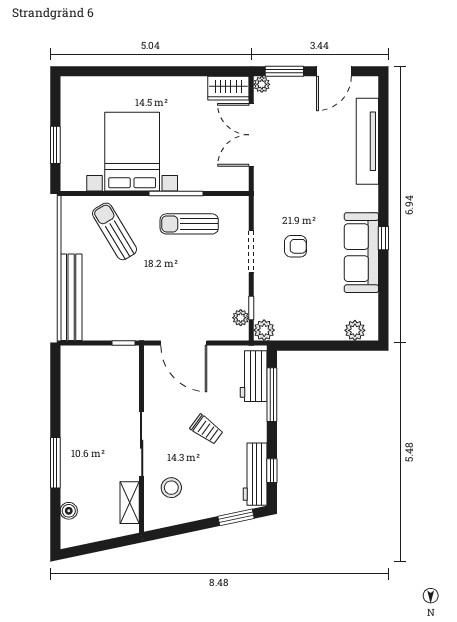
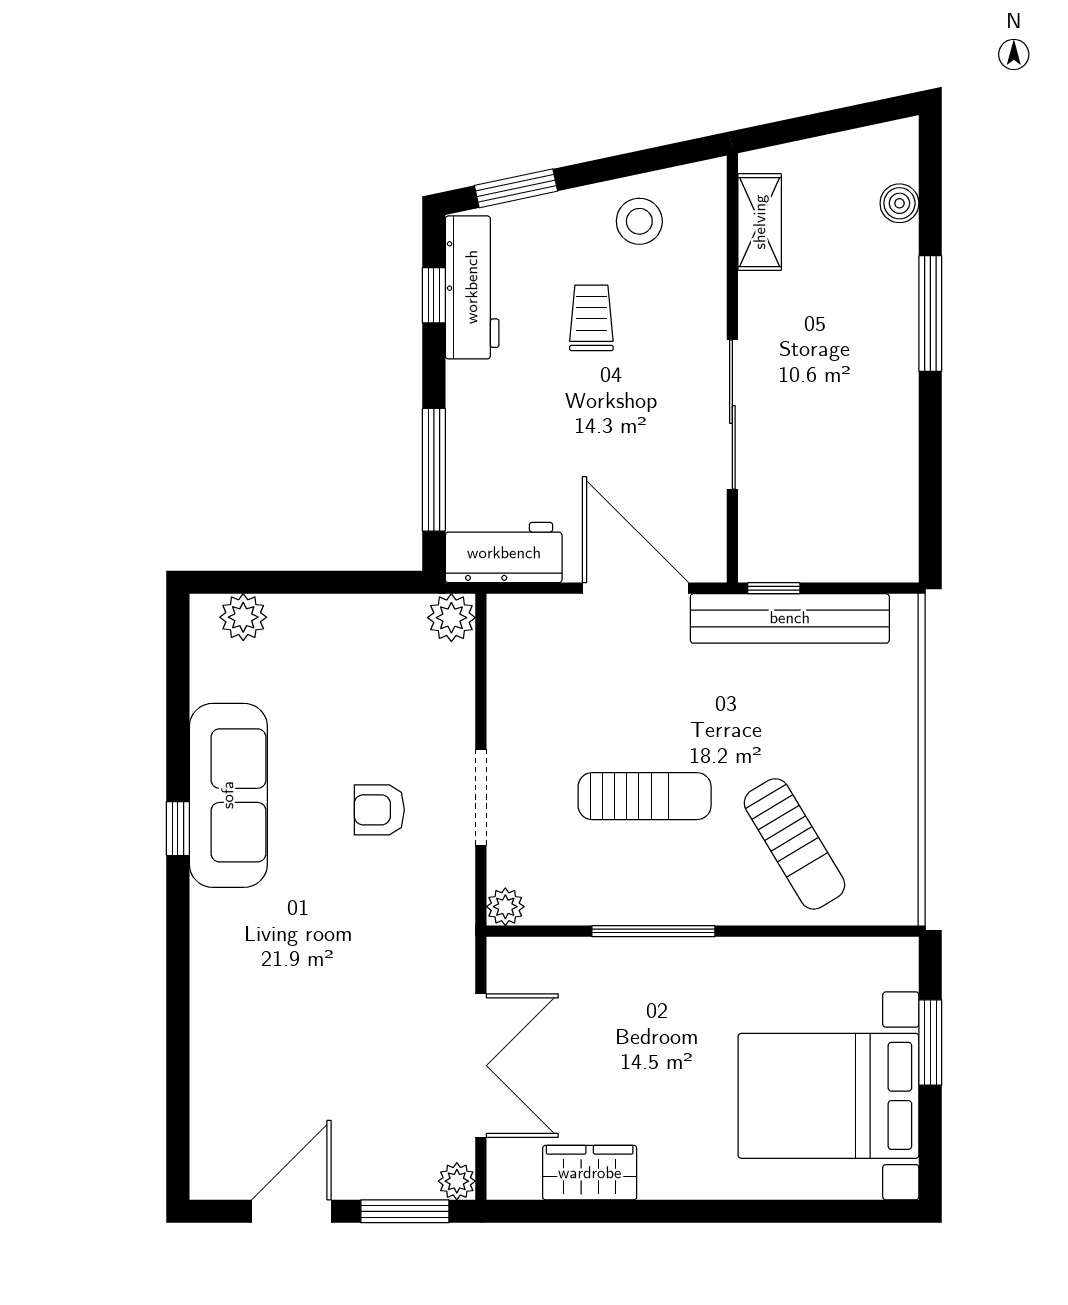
wardrobe: (228, 88) -> (590, 1173), moved
tv unit: (367, 141) -> (215, 1051), removed
bed with nightstands: (132, 152) -> (828, 1096), moved, turned 90
sun lounger: (189, 224) -> (645, 796), moved
bench: (71, 297) -> (790, 618), moved, turned 90
window: (251, 308) -> (481, 668), removed
plant: (241, 318) -> (505, 907), moved
workbench: (254, 376) -> (504, 553), moved, turned -90
trolley: (207, 429) -> (591, 318), moved, turned 54
sliding door: (142, 444) -> (732, 414), moved
stool: (171, 488) -> (639, 221), moved

